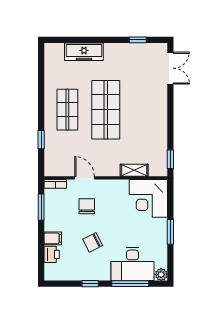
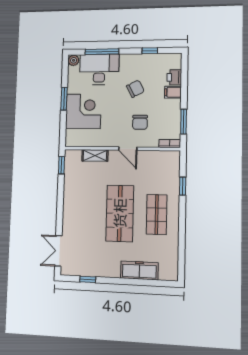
door: (85, 178) -> (128, 149), moved
corner desk: (148, 198) -> (83, 111), moved
window: (90, 284) -> (150, 51), moved

